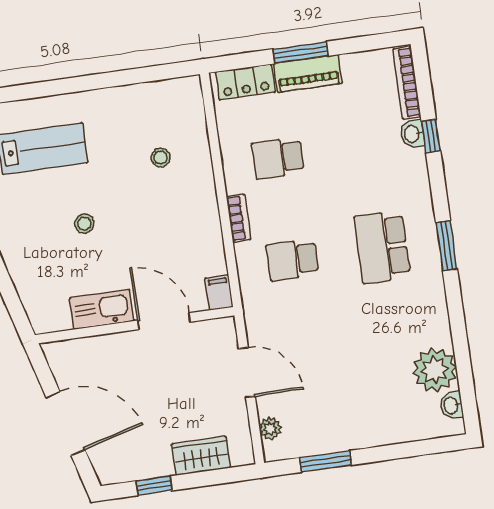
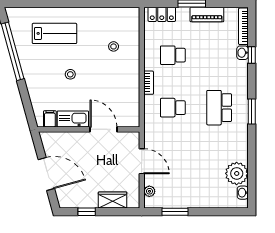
piano: (308, 73) -> (207, 15), moved
filing cabinet: (219, 293) -> (50, 119), moved

